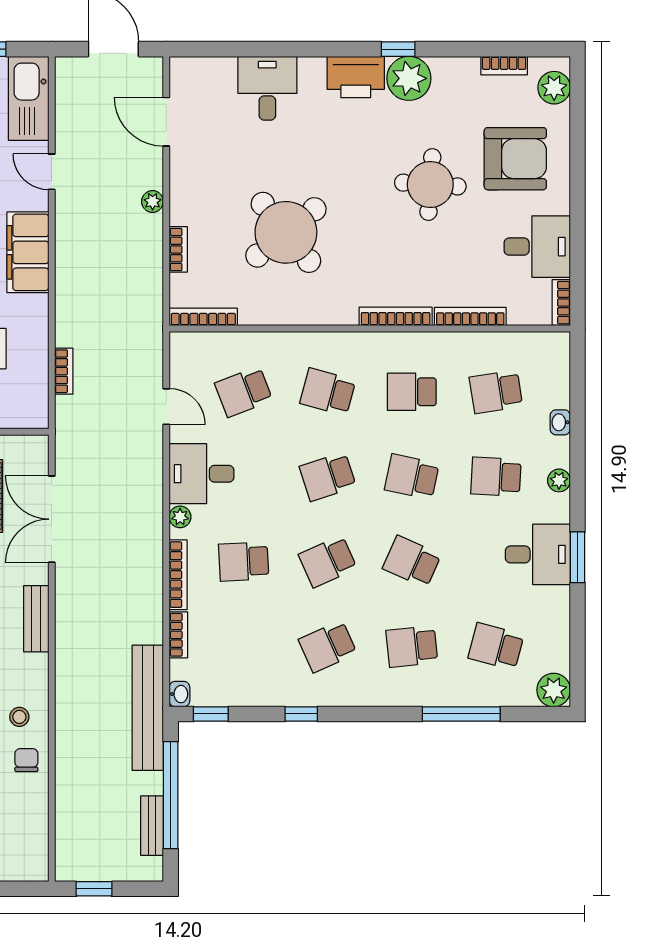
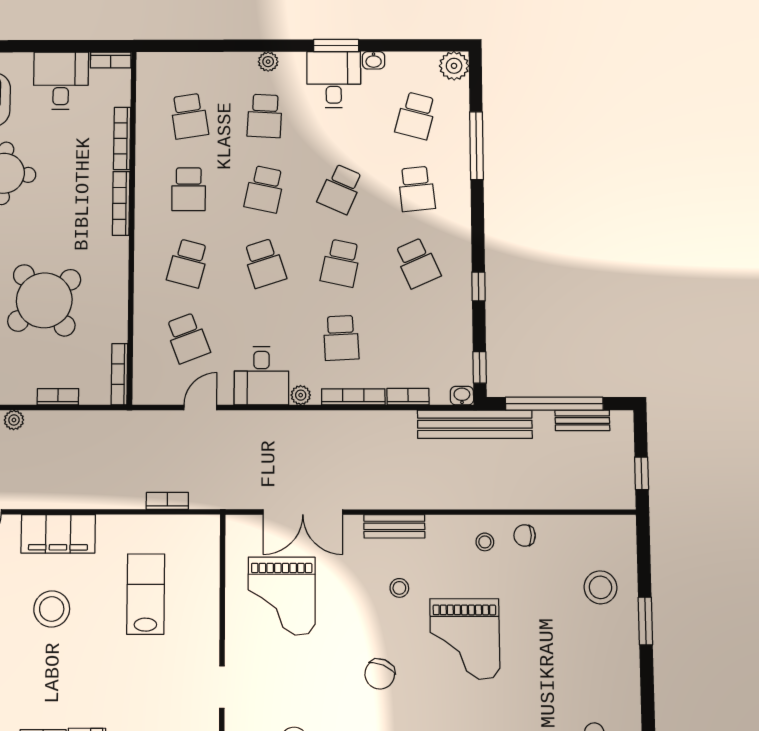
washbasin: (560, 422) -> (374, 60), moved
school desk: (328, 562) -> (341, 263), turned 36

